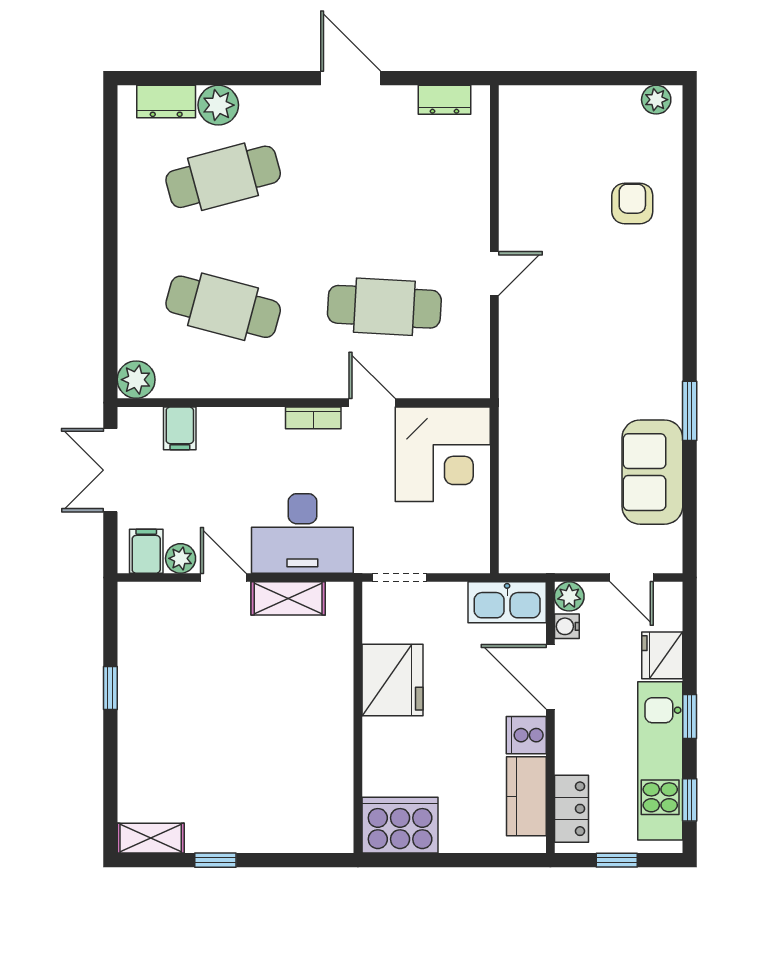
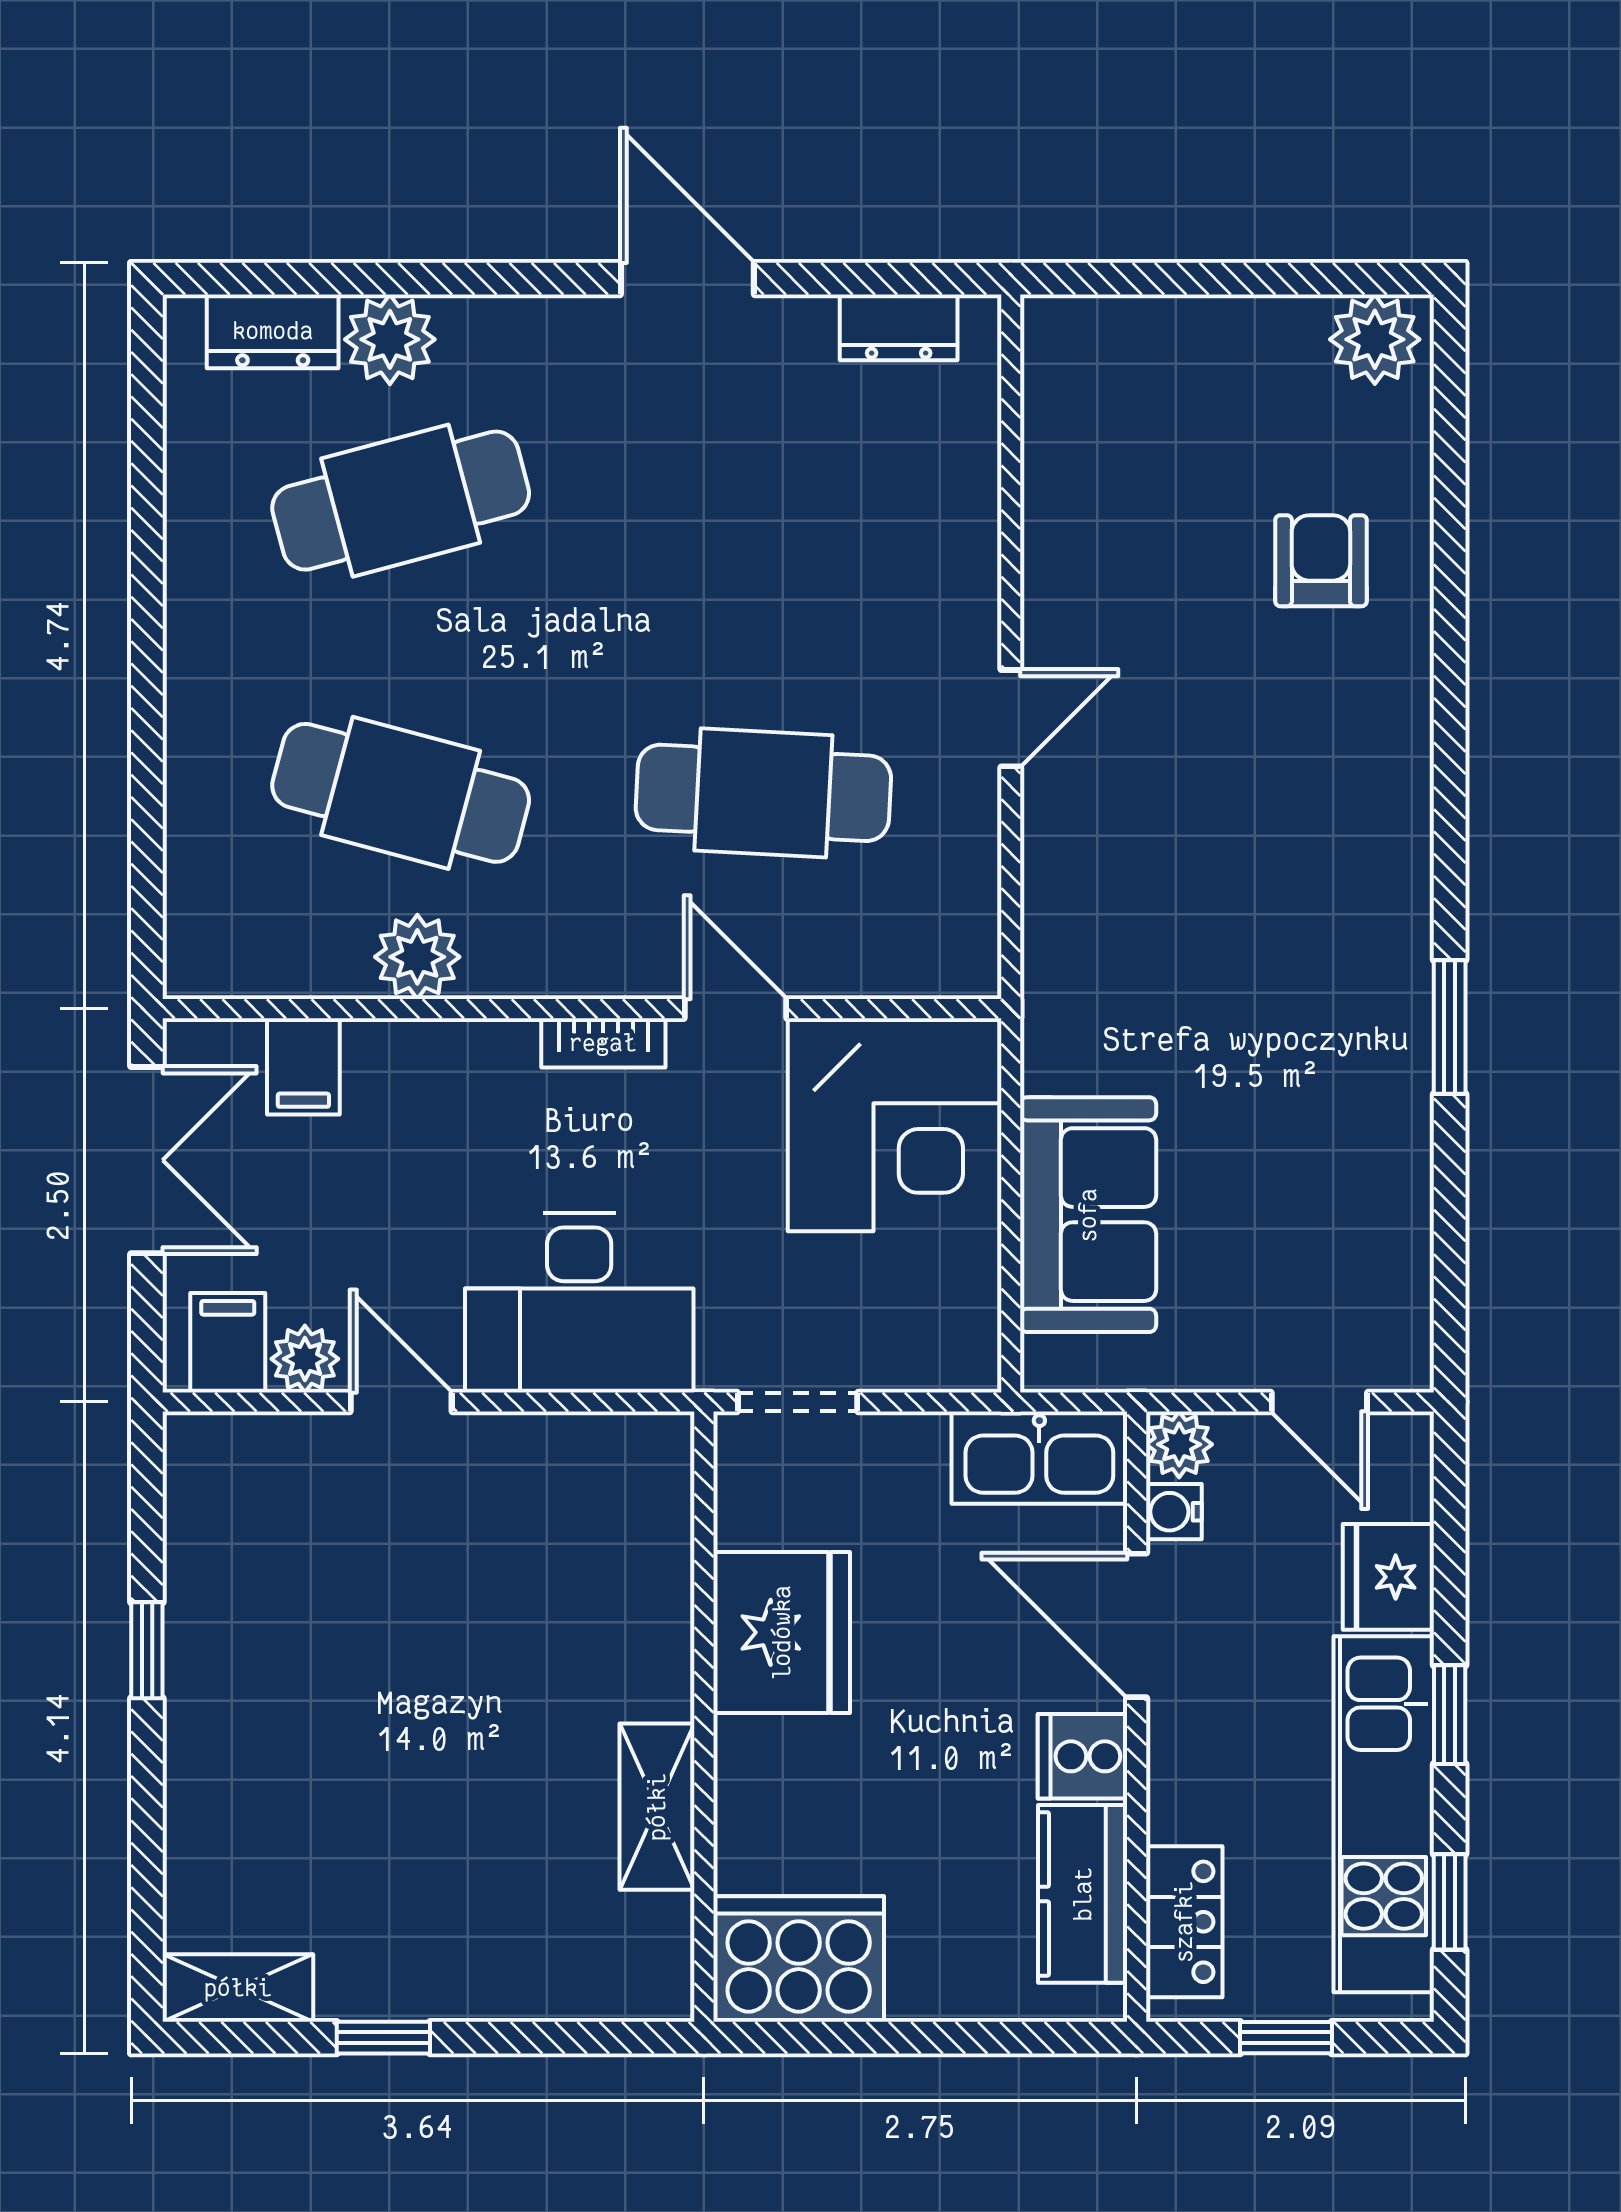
plant: (656, 100) -> (1375, 339), width x1.38, depth x1.38
plant: (136, 380) -> (417, 957), moved
double door: (110, 470) -> (147, 1160), swing flipped
sofa: (652, 472) -> (1088, 1215), moved, turned 180
shelving: (288, 598) -> (657, 1807), moved, turned 90

